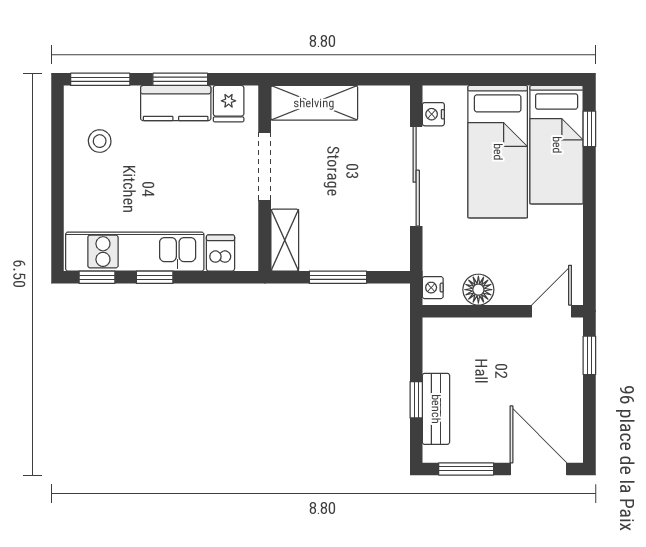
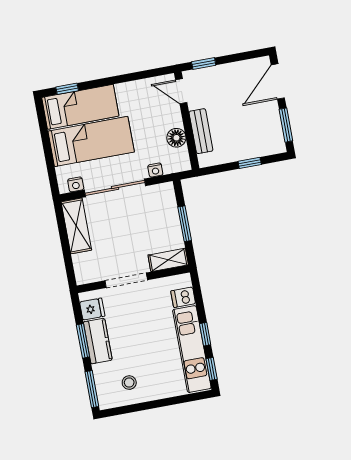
shelving: (314, 103) -> (76, 226), moved
nightstand: (433, 288) -> (155, 170), moved
bench: (436, 409) -> (201, 131), moved, turned 90

